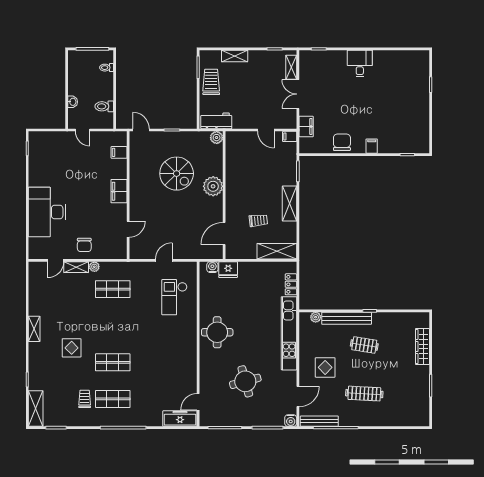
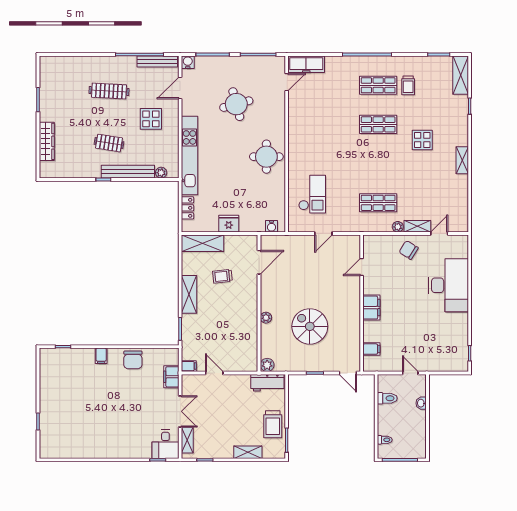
desk: (360, 63) -> (165, 444), moved
plant: (213, 186) -> (266, 318), width x0.53, depth x0.53
chair: (84, 245) -> (409, 250), turned -58
fridge: (228, 270) -> (229, 224), moved

